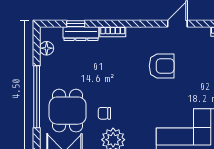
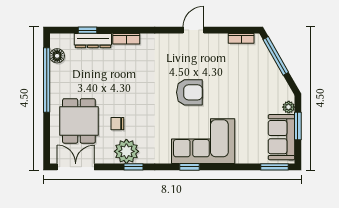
armchair: (162, 66) -> (189, 92), moved
window: (37, 97) -> (47, 80), moved

